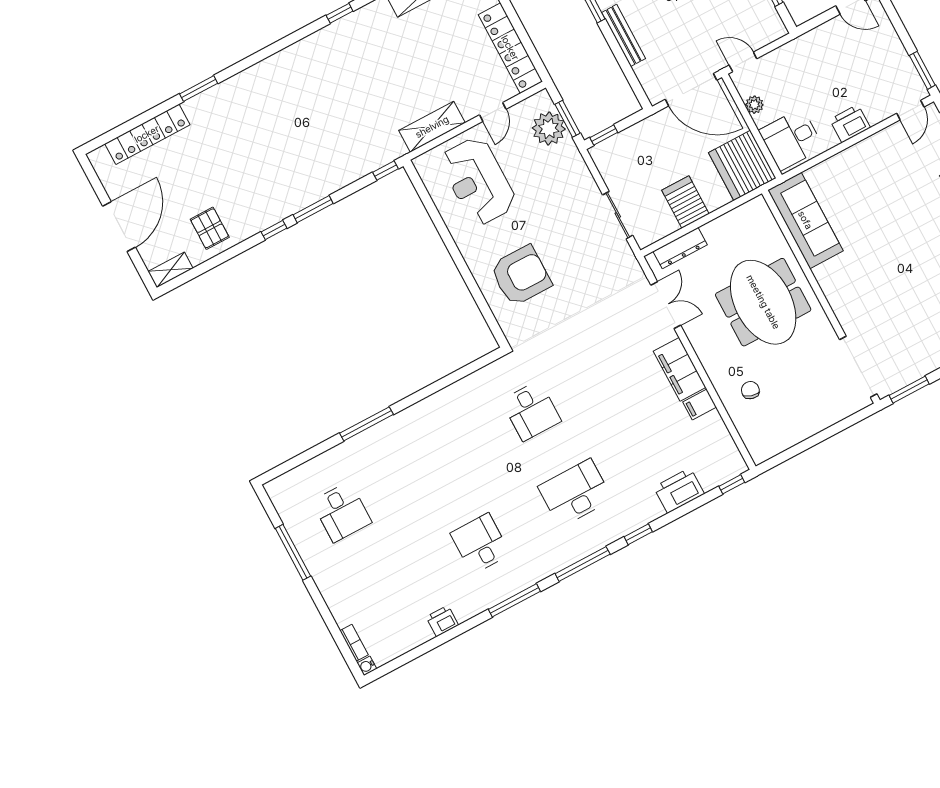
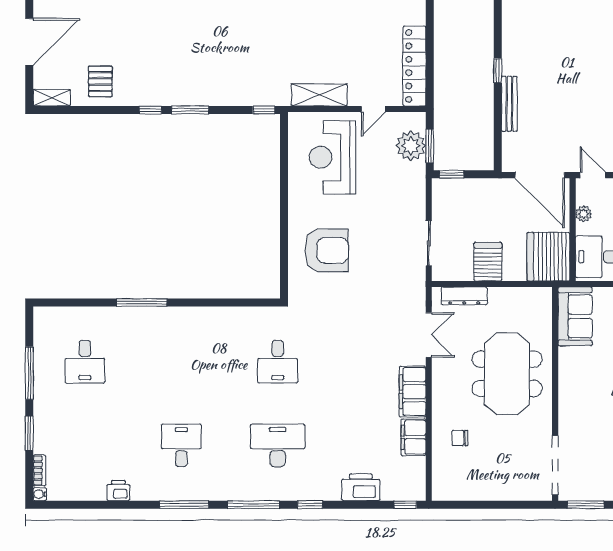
sofa: (805, 220) -> (575, 316), width x0.73
chair: (750, 390) -> (460, 438), turned -106
filing cabinet: (700, 405) -> (413, 437), width x2.00
window: (325, 612) -> (29, 433), added

